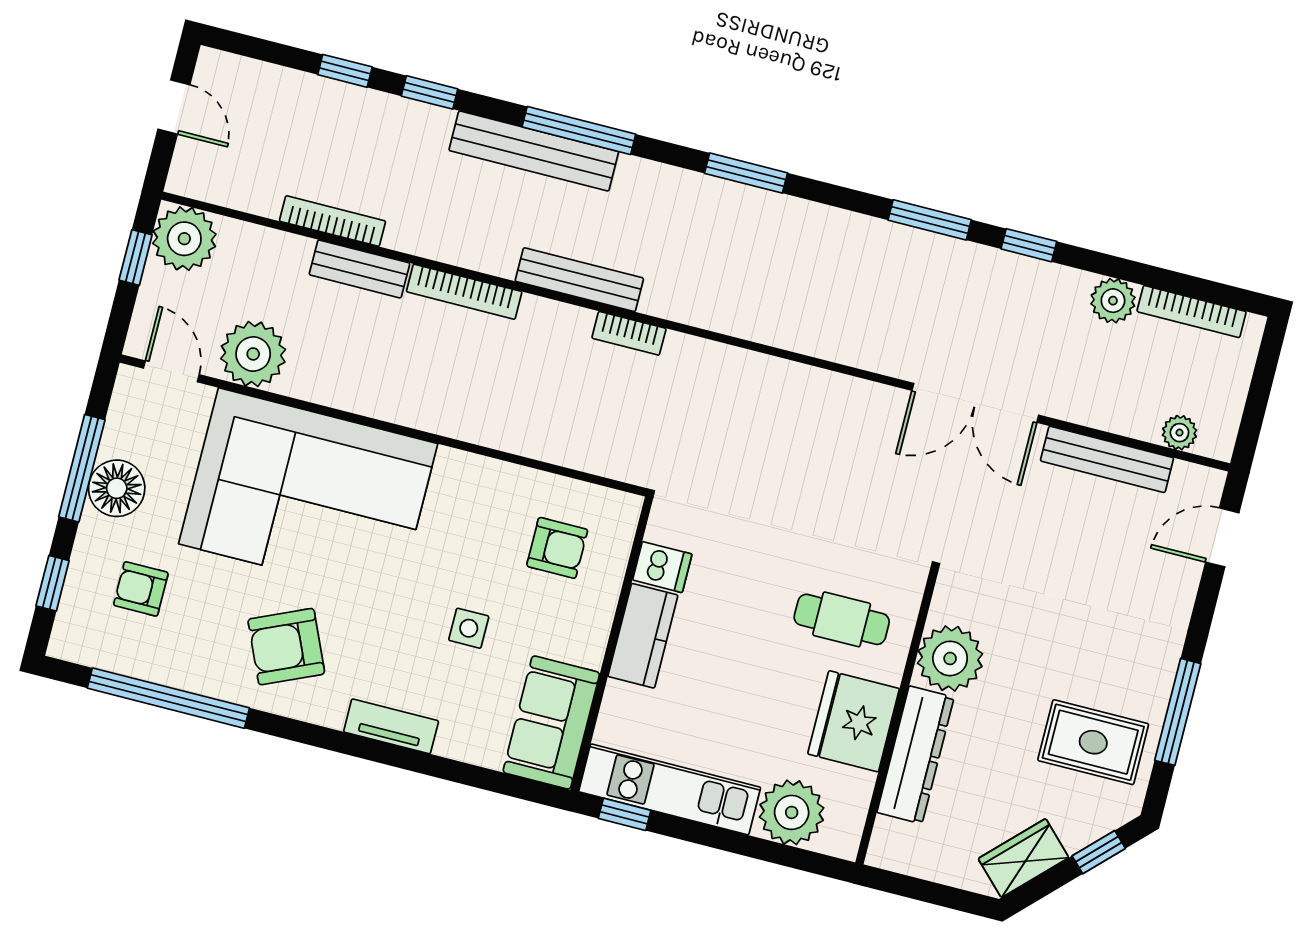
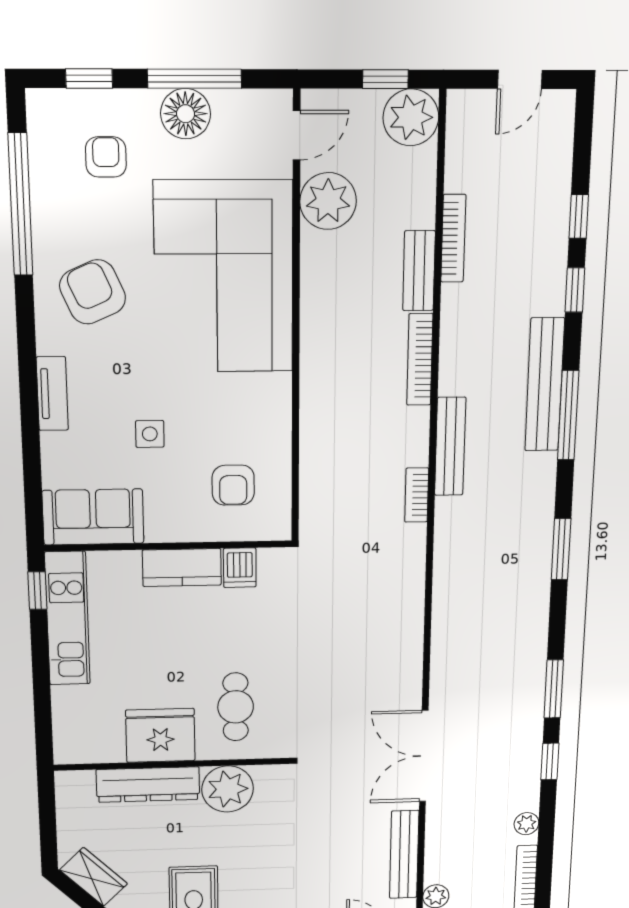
plant: (1113, 301) -> (526, 824), width x0.73, depth x0.73
plant: (792, 812) -> (77, 710), removed

